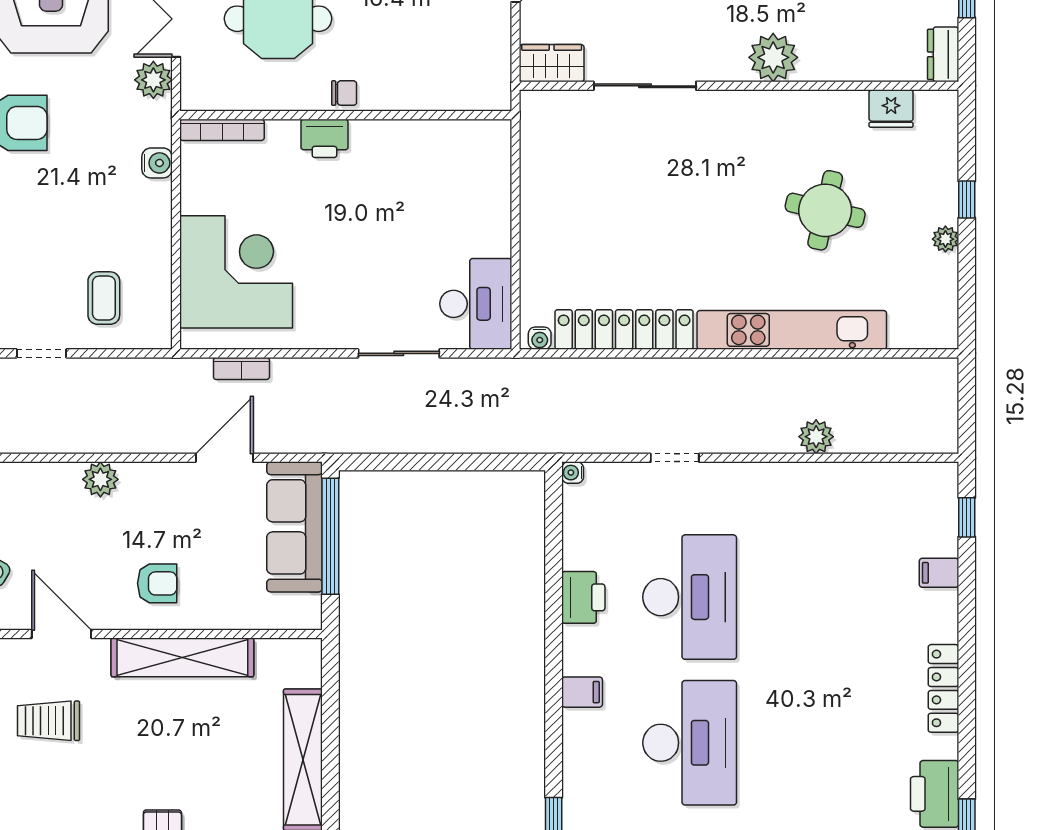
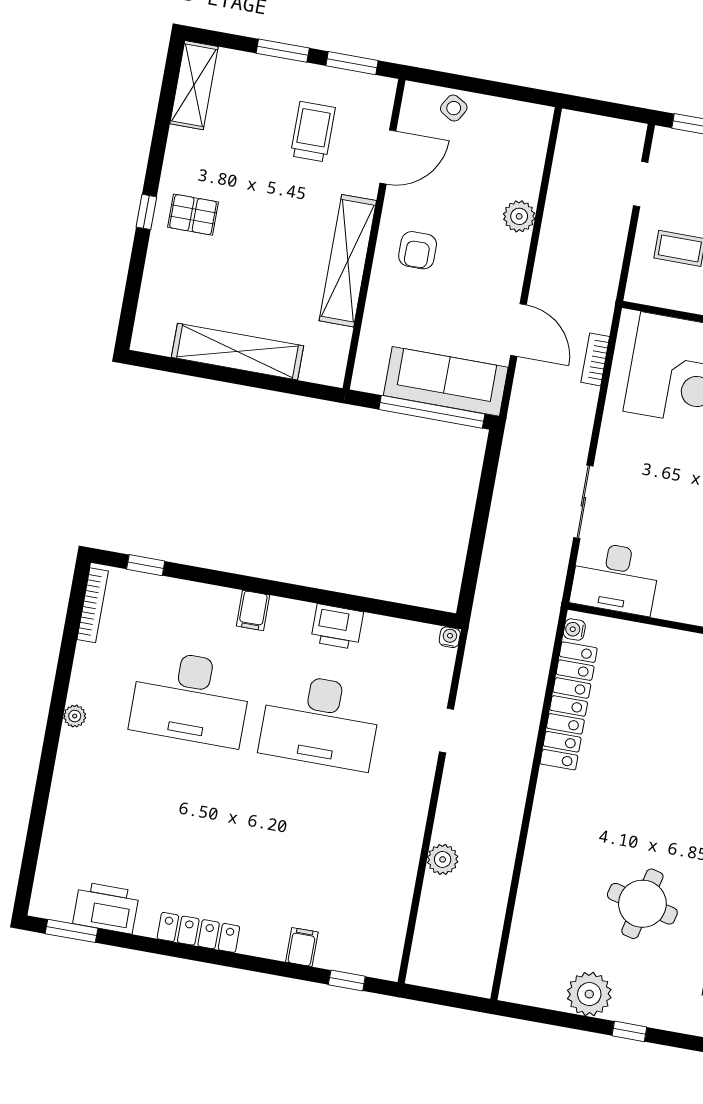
plant: (945, 239) -> (589, 994), width x1.88, depth x1.88
kitchen unit: (792, 330) -> (541, 855), removed

